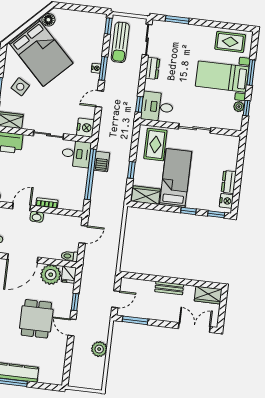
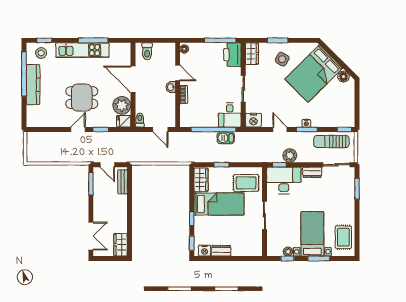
desk: (157, 107) -> (284, 180), width x1.37
bench: (169, 288) -> (123, 182), moved
plant: (99, 349) -> (290, 155), moved

